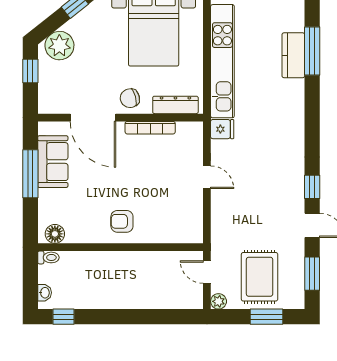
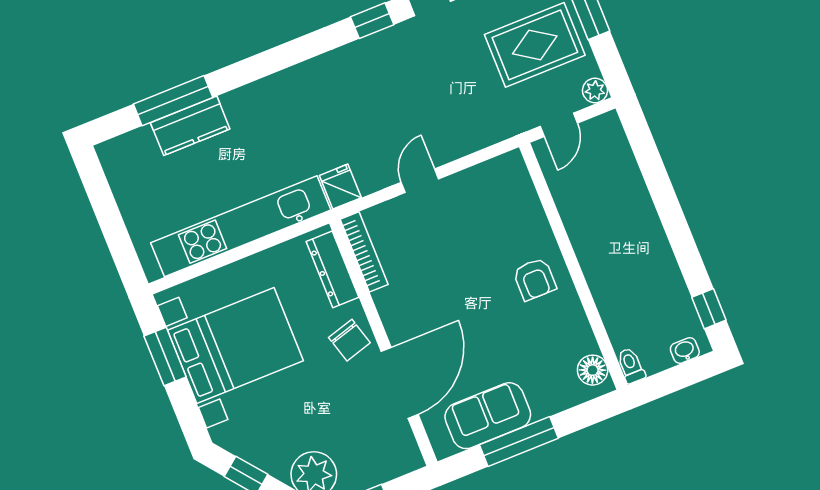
bookcase: (150, 128) -> (364, 252), moved

